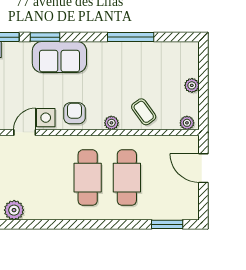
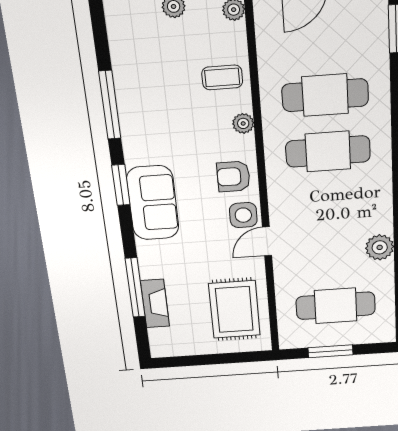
window: (45, 37) -> (121, 185), moved
coffee table: (144, 112) -> (222, 77), turned 36
door: (25, 132) -> (267, 241), hinge flipped

